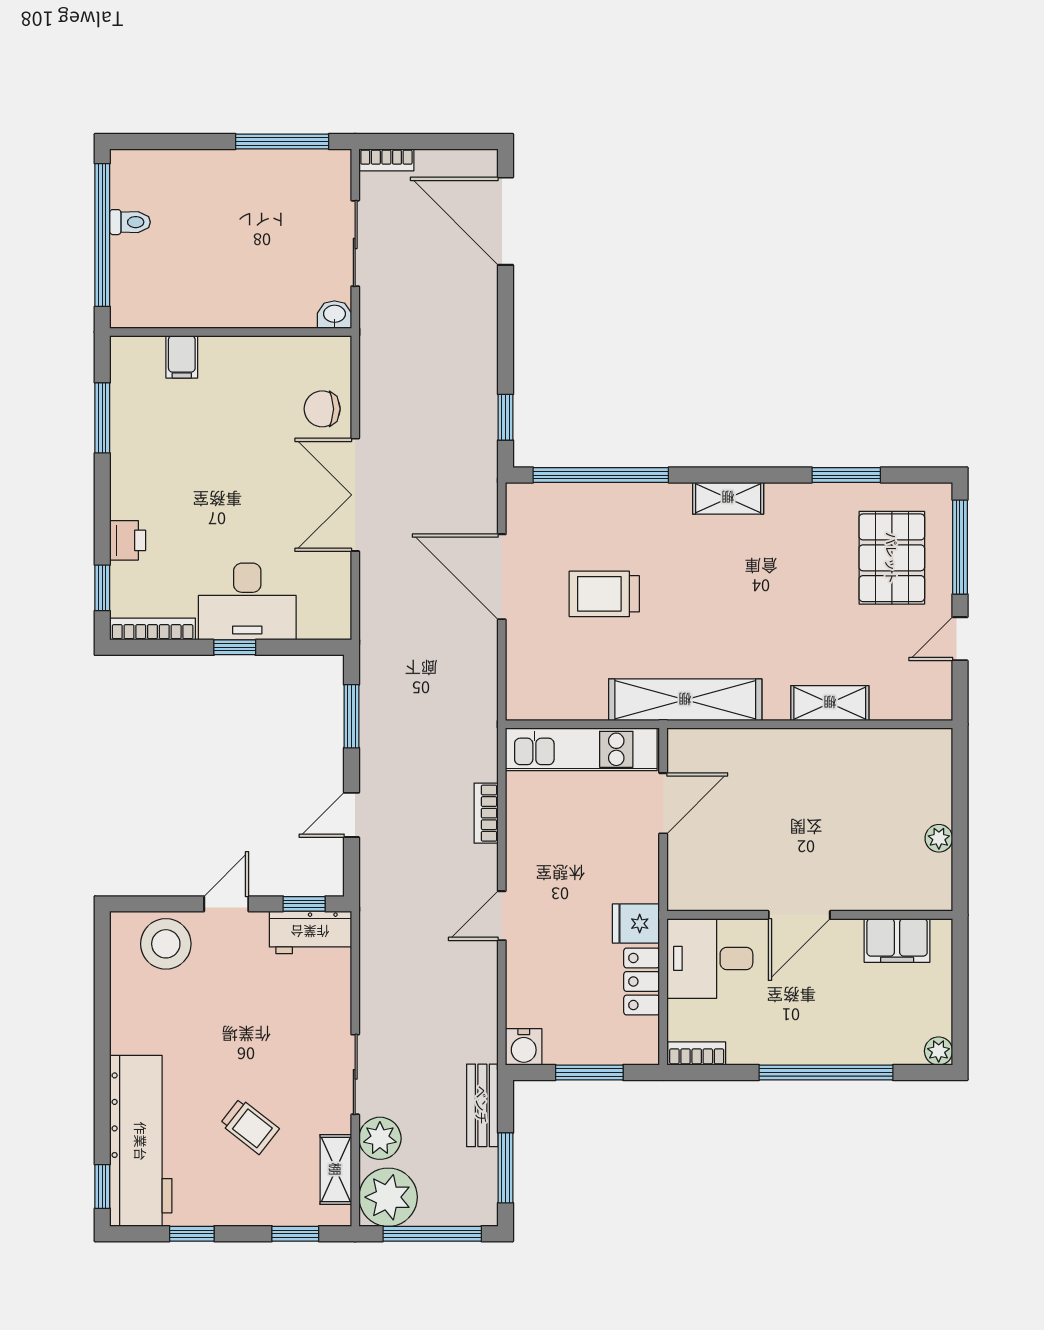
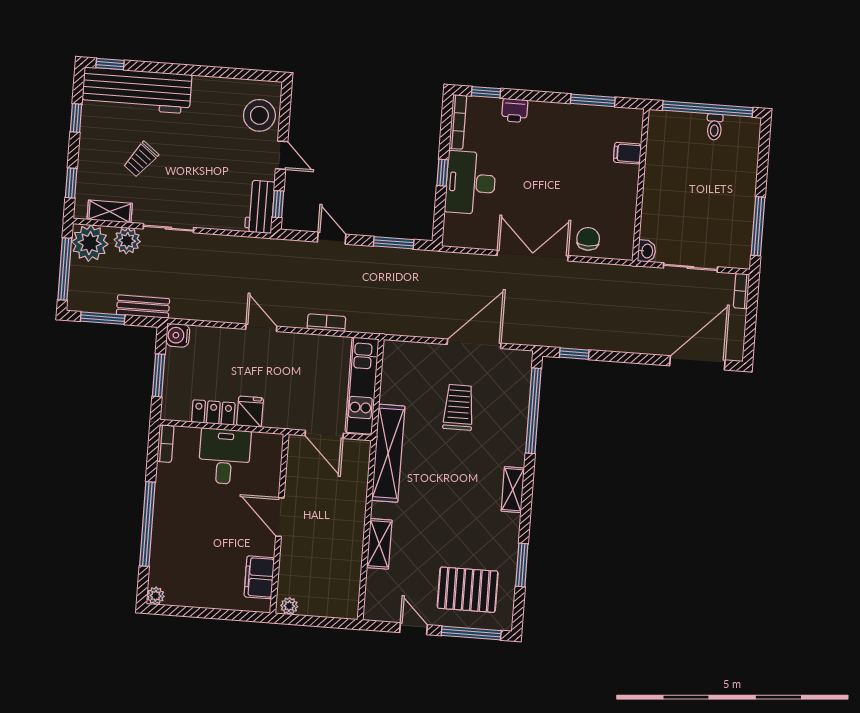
door: (799, 915) -> (280, 517), moved
wall: (810, 915) -> (279, 524), moved
filing cabinet: (897, 940) -> (259, 577), moved

